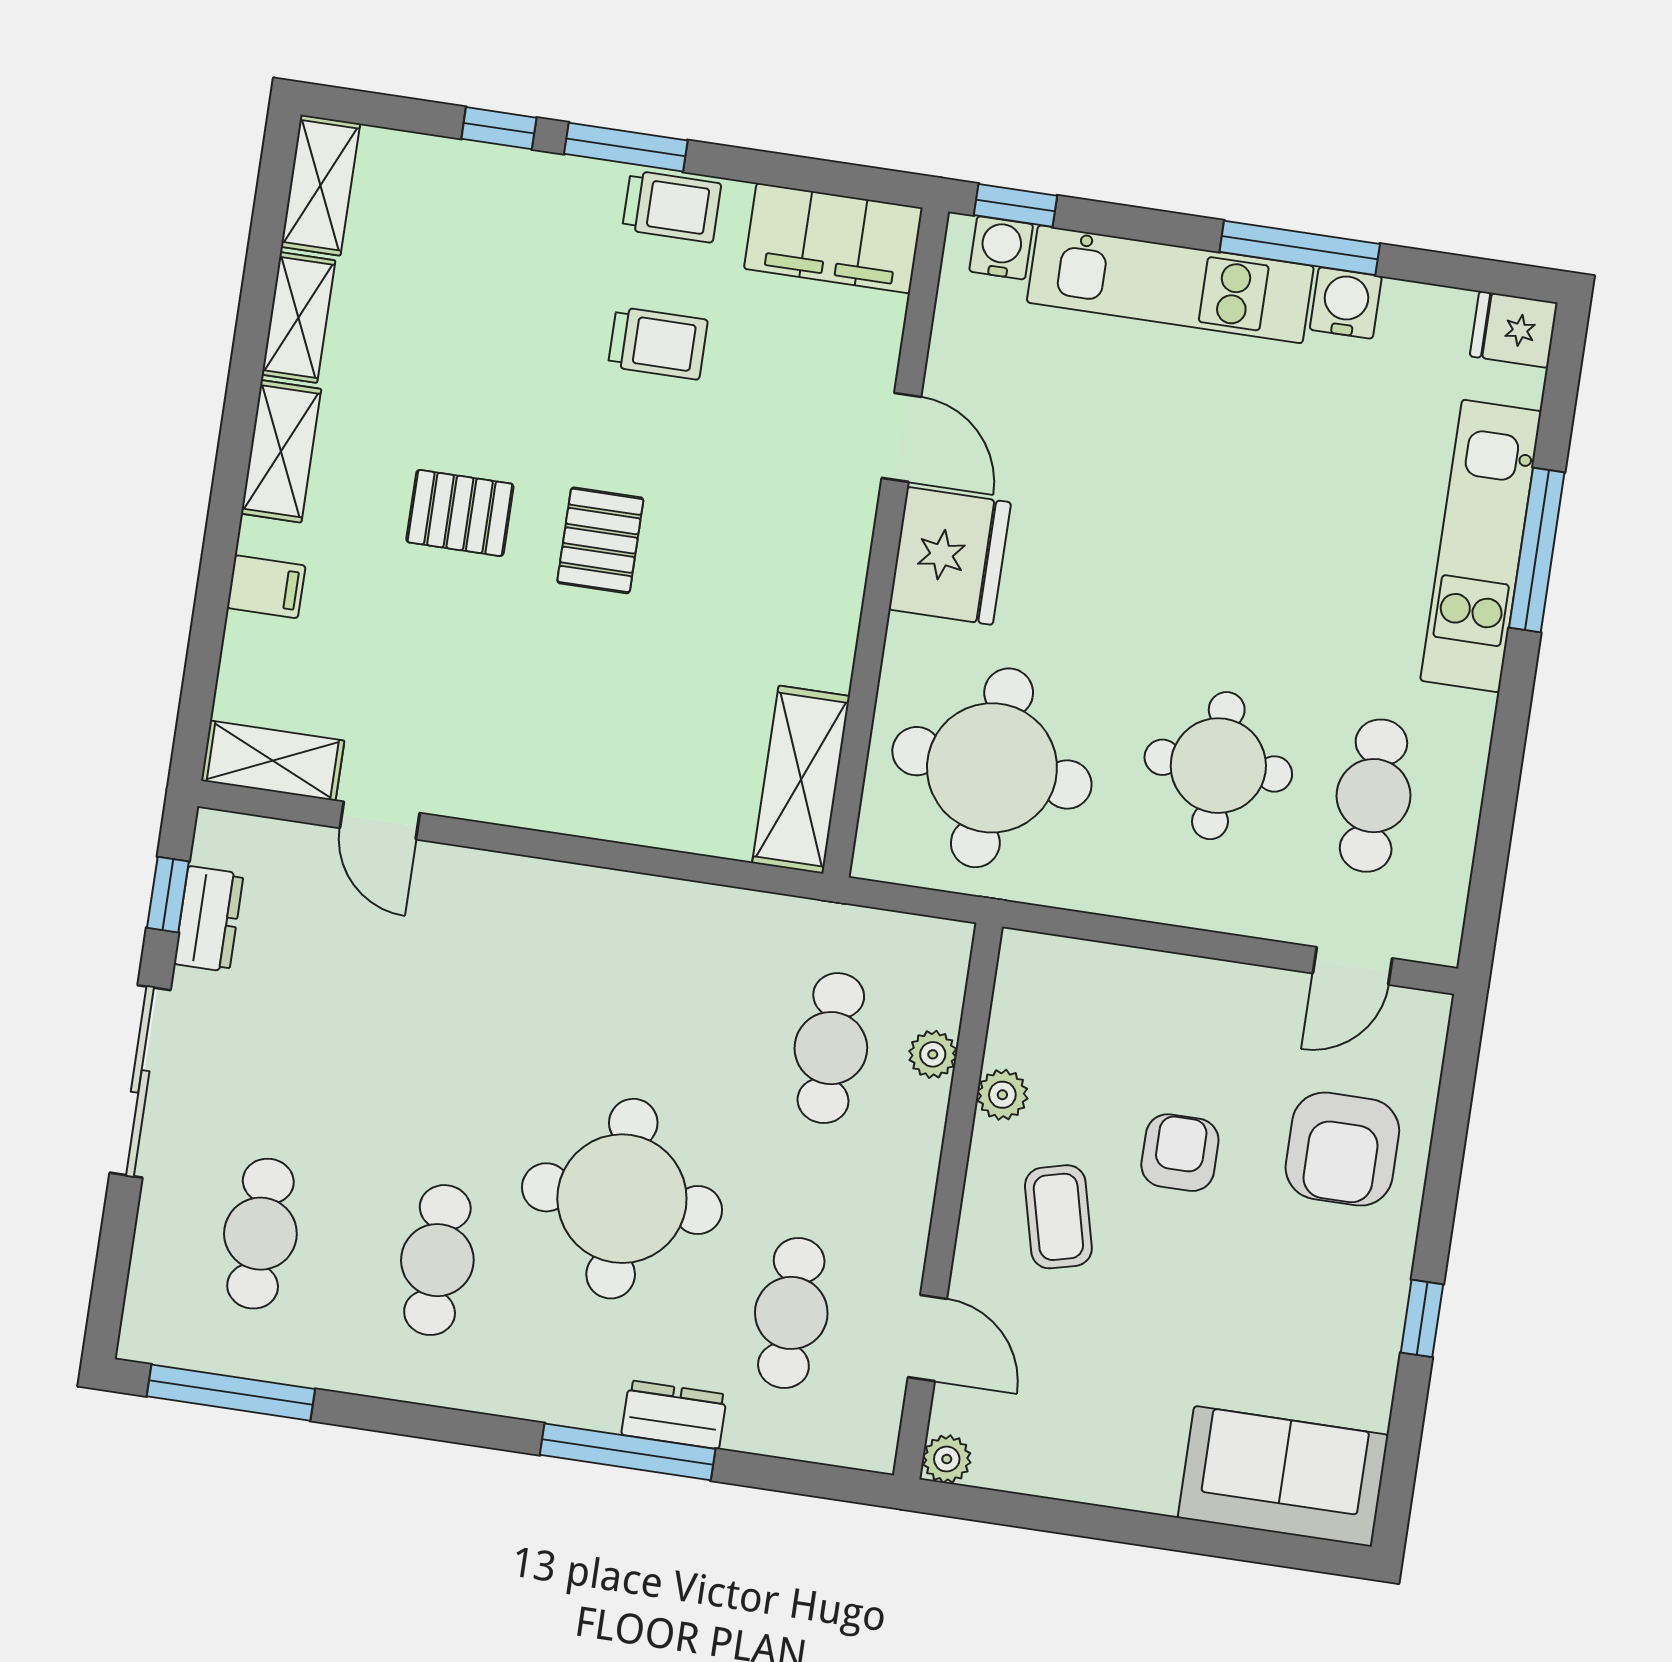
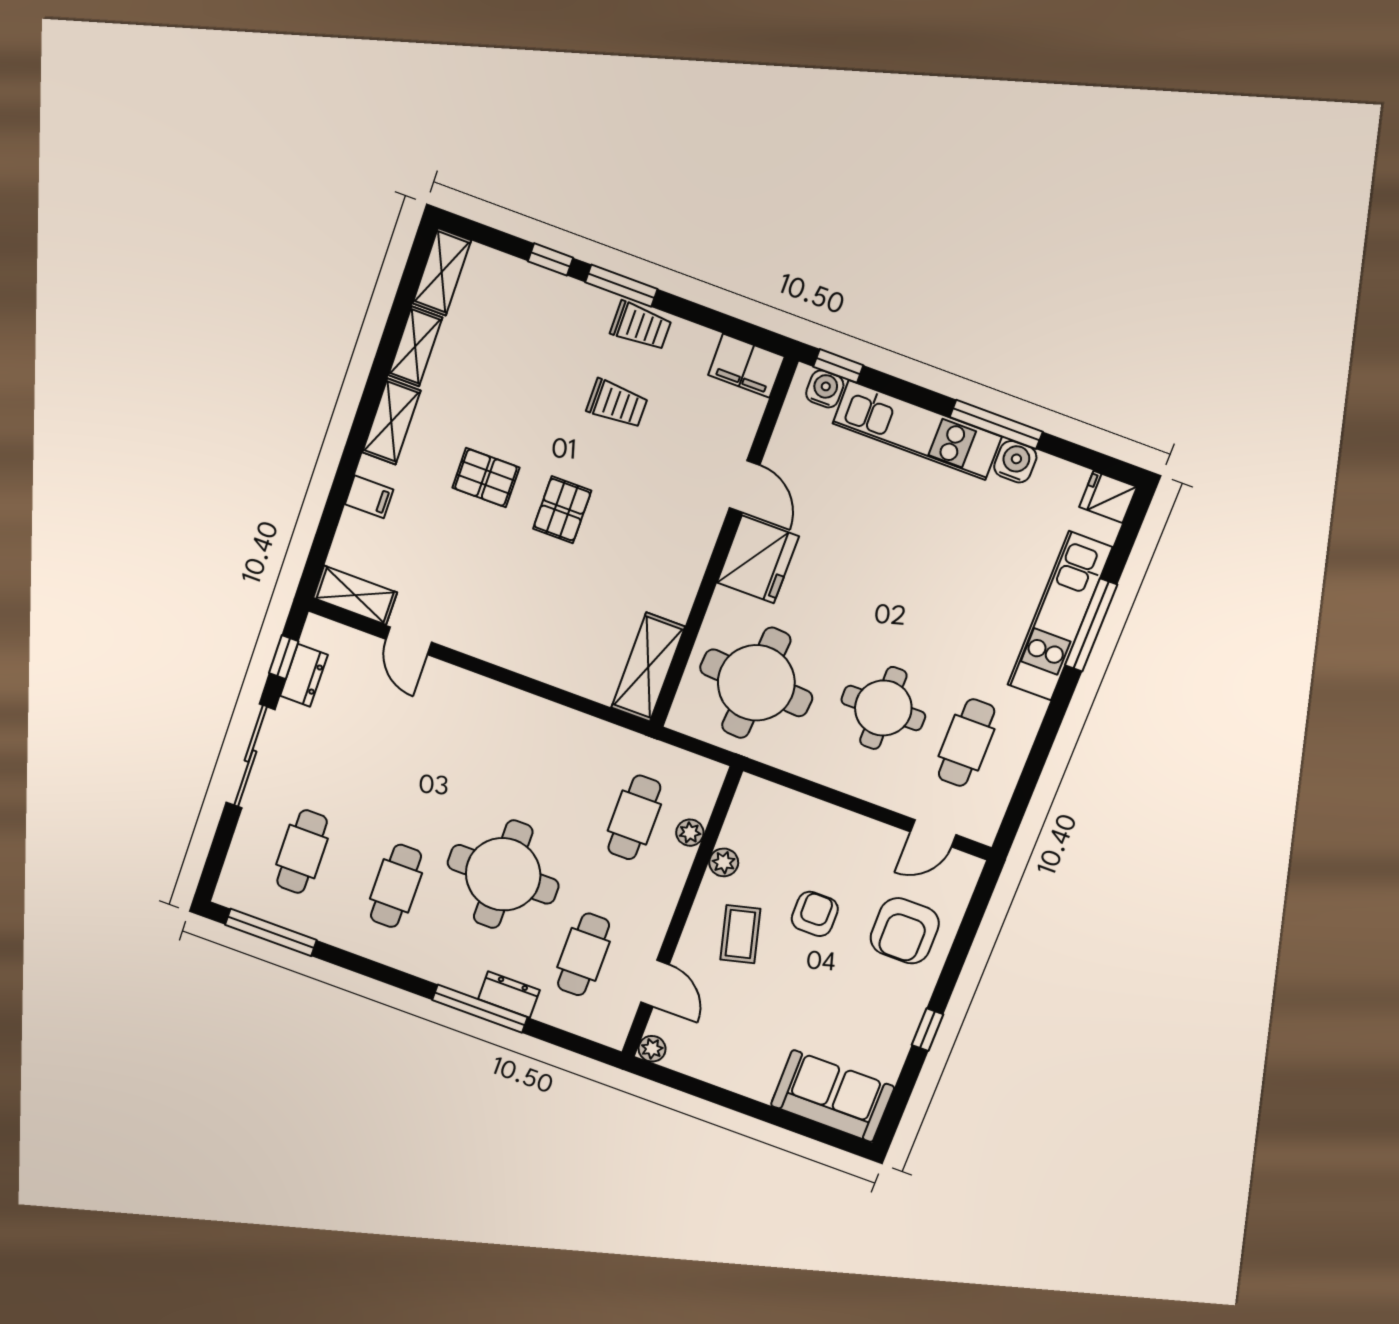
filing cabinet: (833, 238) -> (746, 366), width x0.67, depth x0.86

